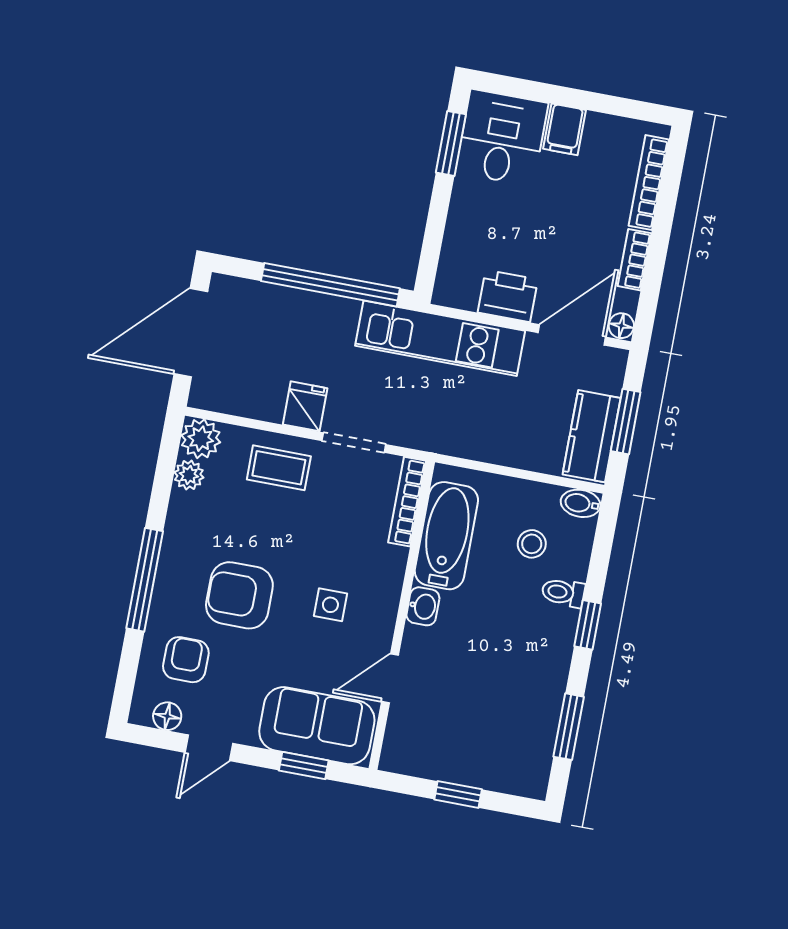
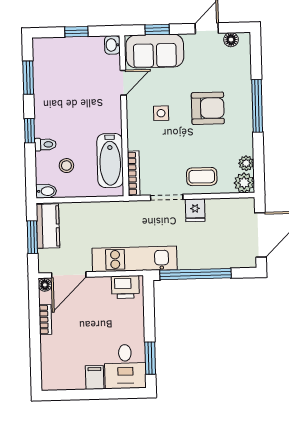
bookcase: (649, 183) -> (46, 360), removed
printer: (508, 296) -> (125, 287), moved
washbasin: (423, 606) -> (112, 45), moved
armchair: (186, 660) -> (228, 70), removed

